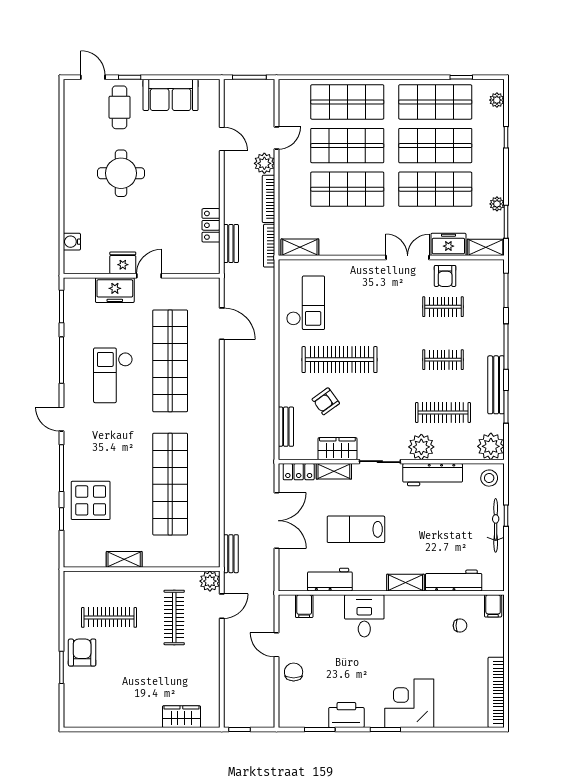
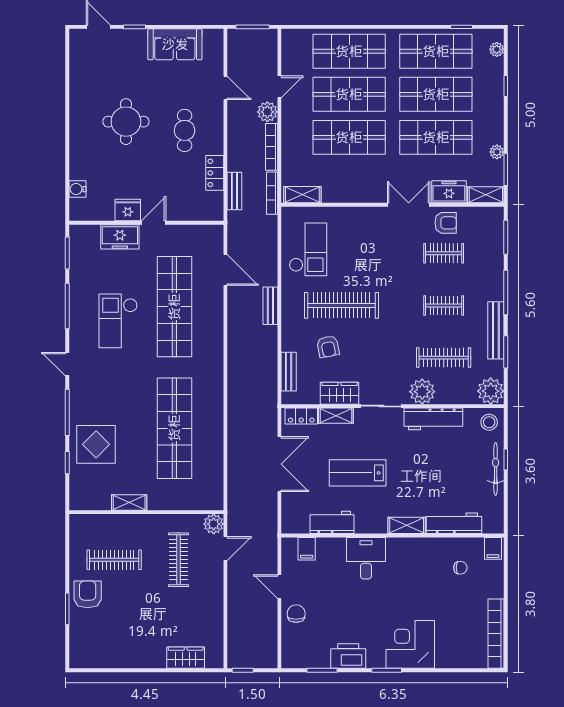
cafe table: (120, 107) -> (185, 130), moved
armchair: (445, 276) -> (446, 223), turned -90
armchair: (326, 401) -> (328, 347), turned -65
bench: (231, 554) -> (270, 306), moved

